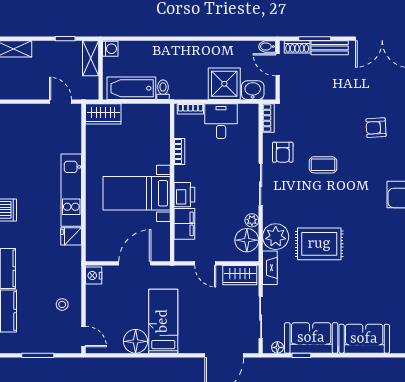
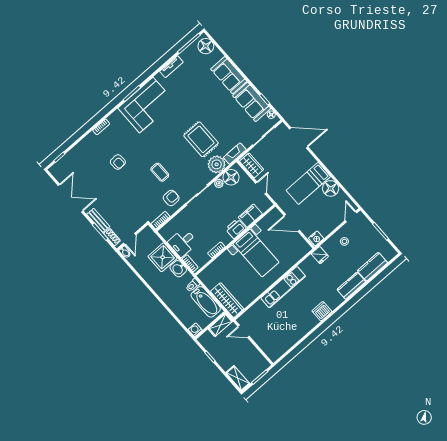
shelving: (91, 58) -> (221, 325), moved
washbasin: (253, 90) -> (178, 269), moved
door: (61, 102) -> (244, 331), hinge flipped
wardrobe: (103, 114) -> (227, 300), width x1.50
fridge: (71, 236) -> (320, 255), moved

